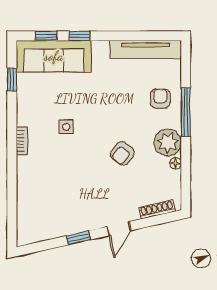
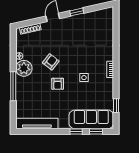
armchair: (160, 98) -> (58, 84), moved

